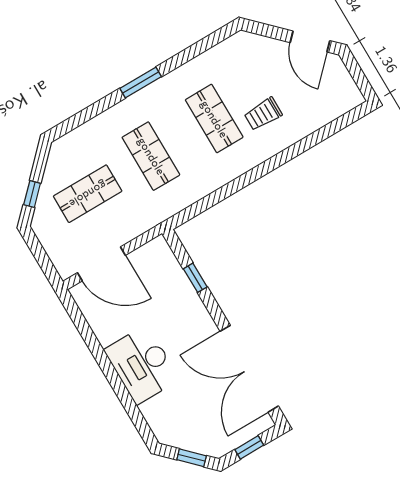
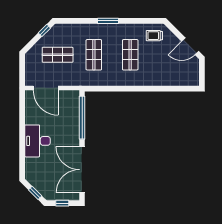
door: (310, 42) -> (190, 46), hinge flipped
trolley: (263, 114) -> (154, 36), moved
window: (32, 194) -> (44, 30), moved
window: (195, 278) -> (82, 118), width x3.17

